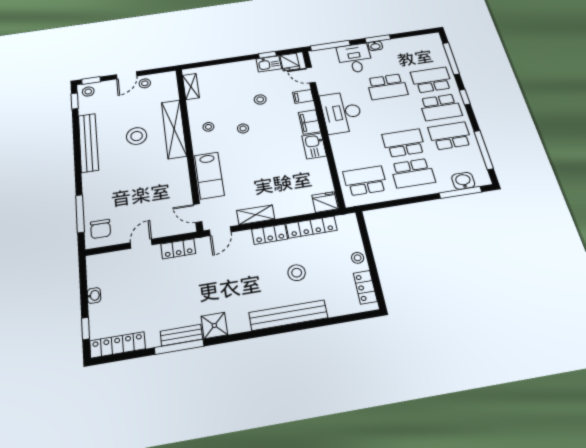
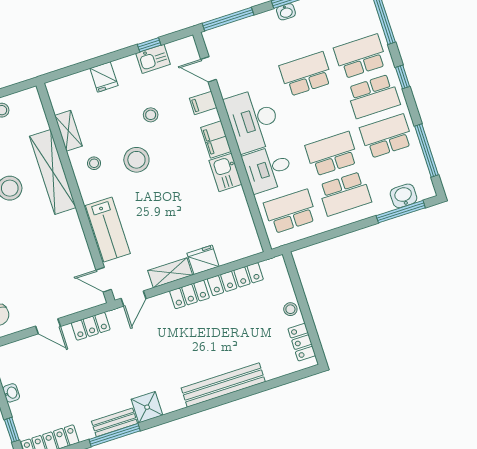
desk: (355, 58) -> (268, 169), moved, turned -90
fridge: (290, 62) -> (104, 77), moved
shelving: (191, 87) -> (68, 131), moved
school desk: (387, 87) -> (306, 74), turned 180
stool: (243, 128) -> (136, 160), width x1.89, depth x1.89
fridge: (325, 202) -> (203, 260), moved
door: (141, 244) -> (48, 326), swing flipped
stool: (297, 273) -> (226, 336), removed

